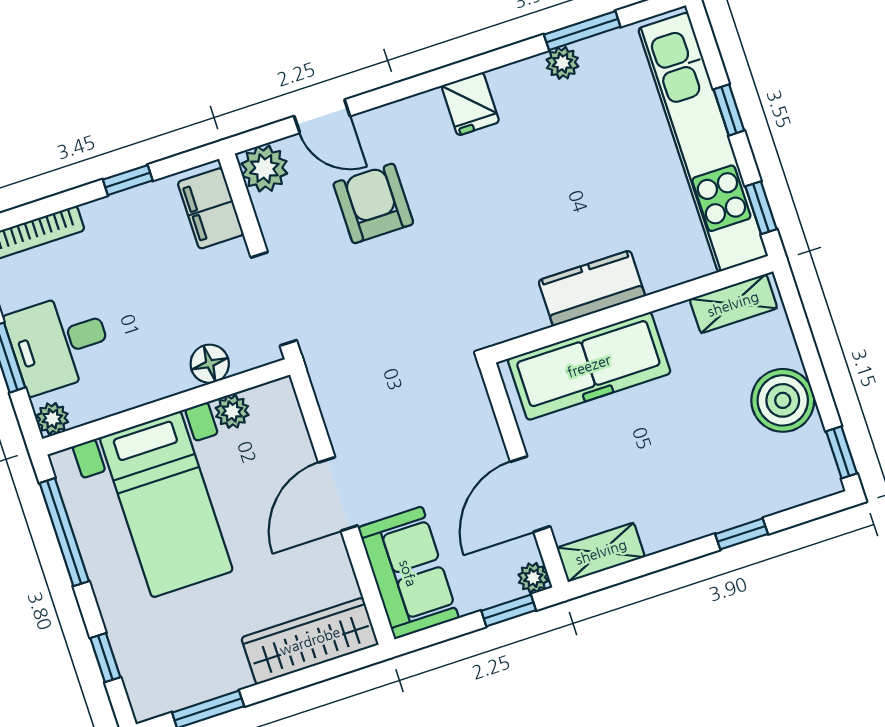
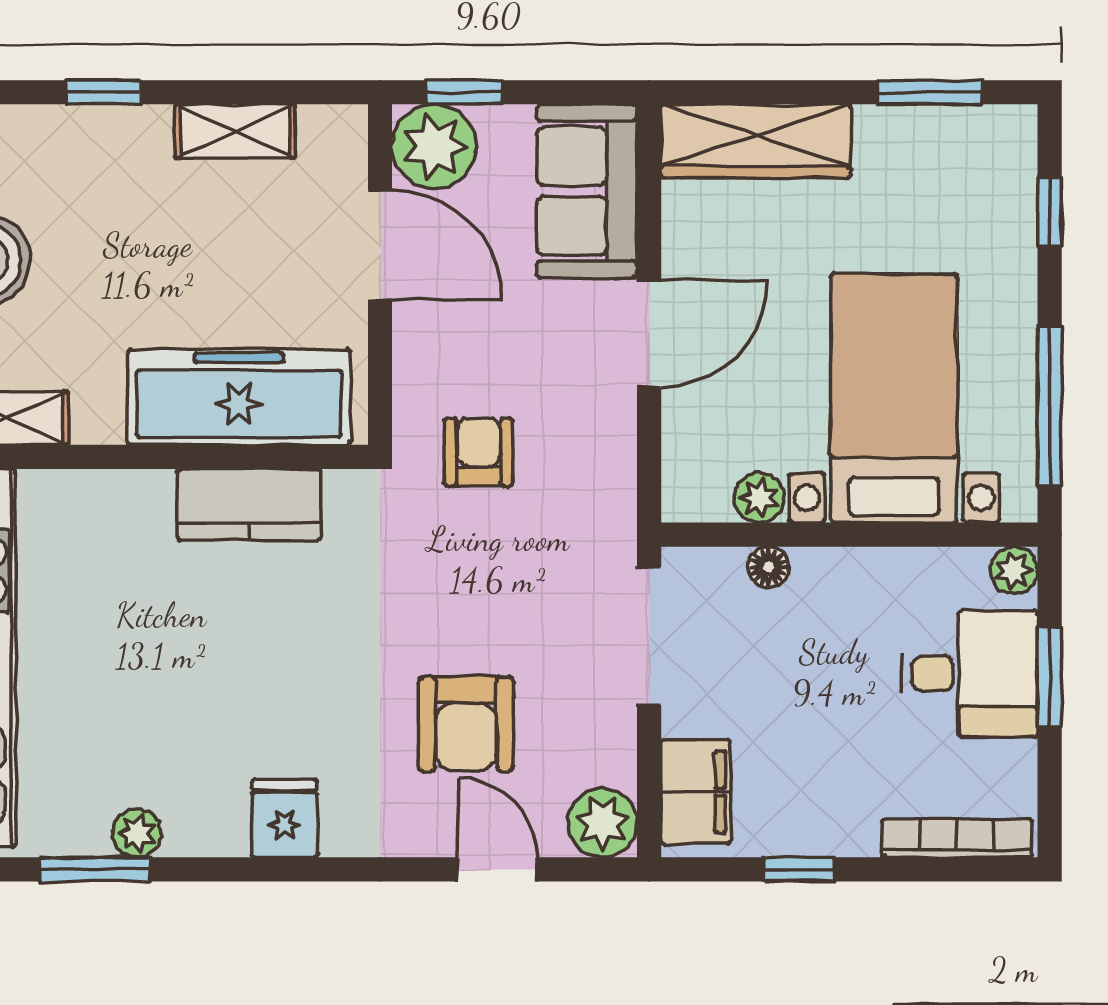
kitchen counter: (592, 288) -> (249, 505), moved
floor lamp: (210, 364) -> (769, 567), width x0.73, depth x0.73
armchair: (423, 381) -> (478, 452), added
door: (530, 494) -> (380, 245), hinge flipped
shelving: (601, 552) -> (235, 131), moved
plant: (533, 578) -> (434, 146), width x1.88, depth x1.88

